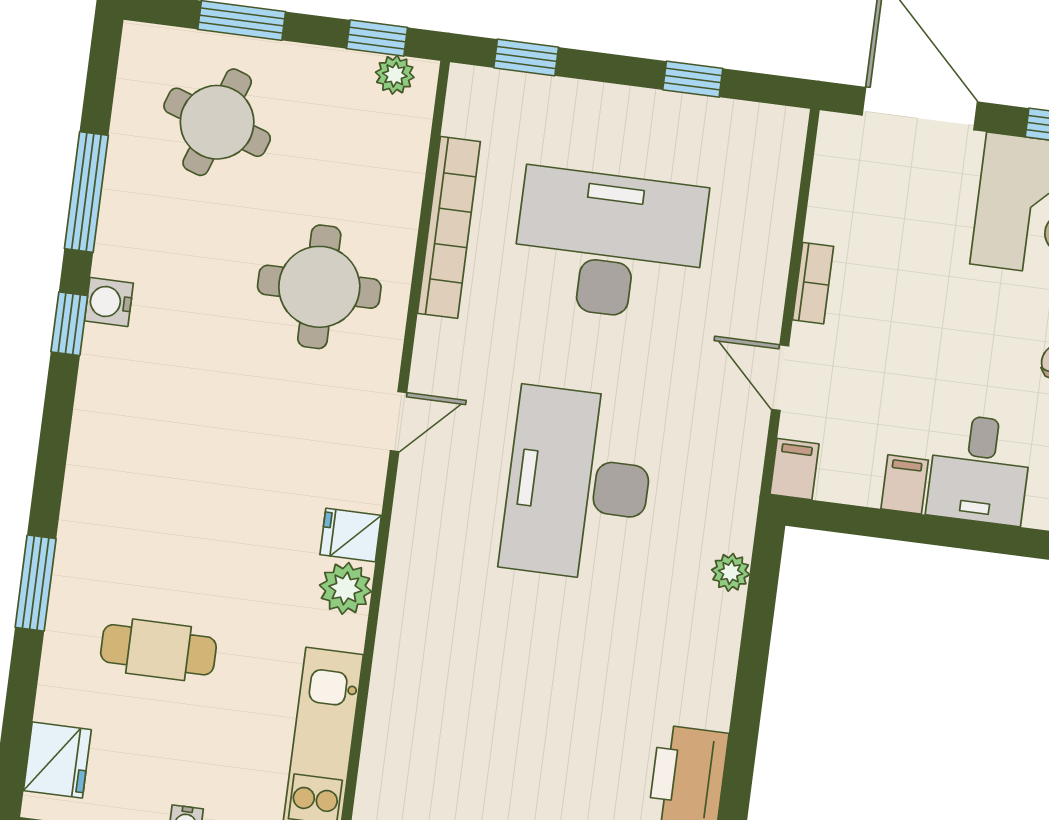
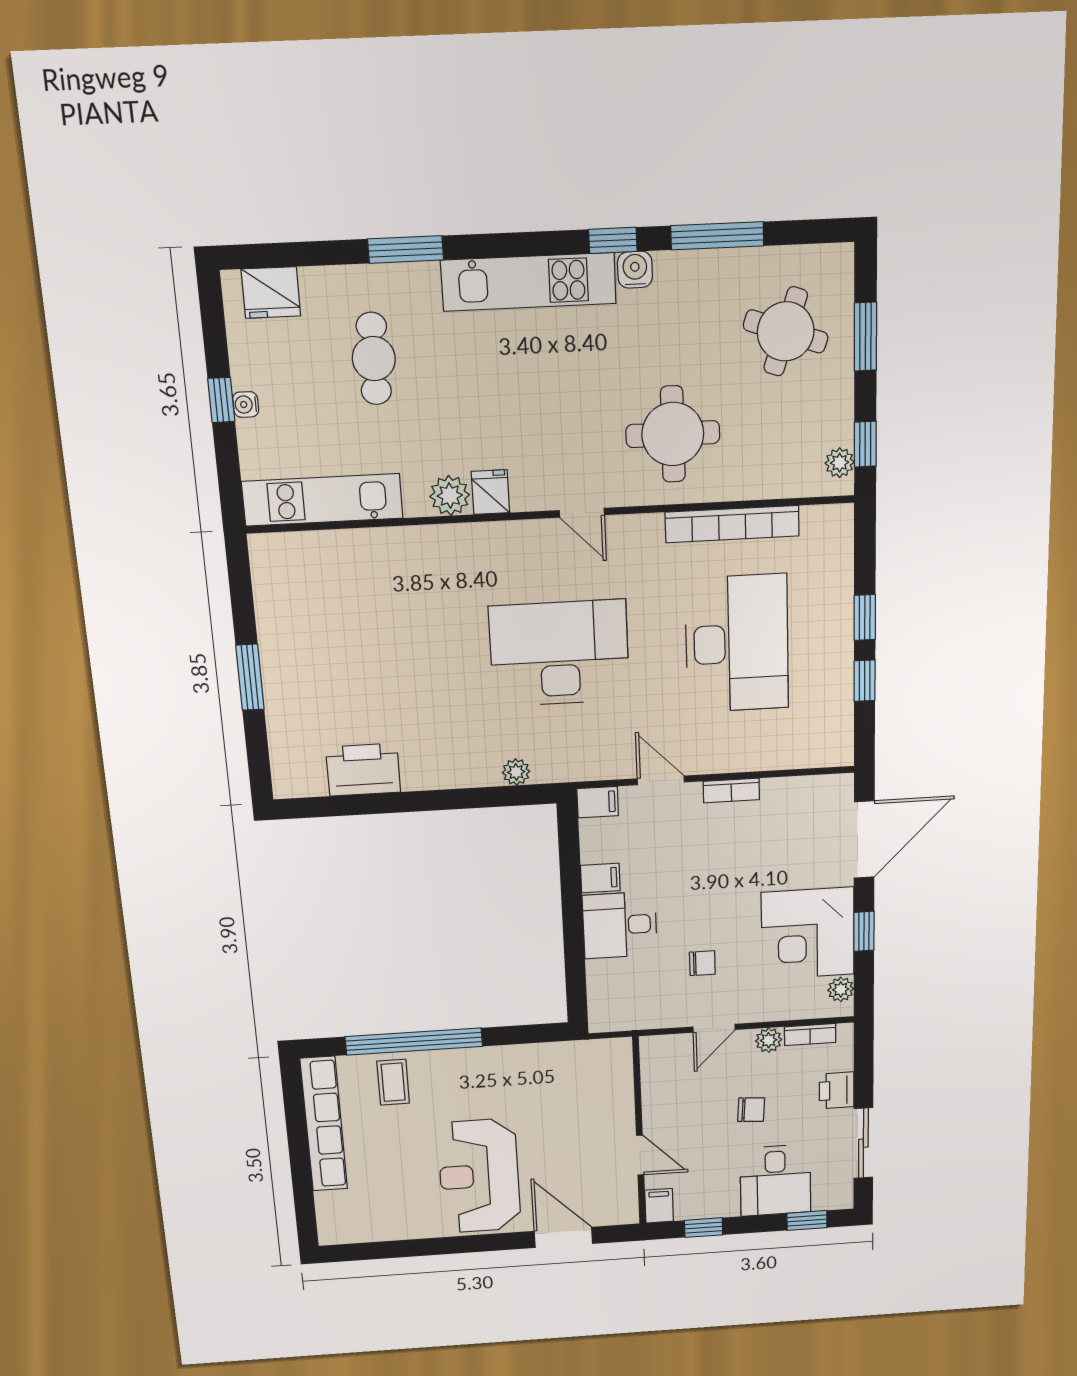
window: (526, 57) -> (865, 617), moved
door: (780, 378) -> (661, 780), hinge flipped
kitchen unit: (100, 438) -> (529, 282), added

